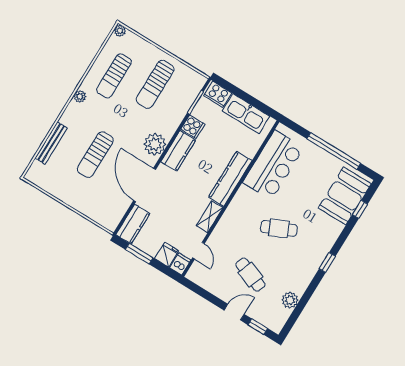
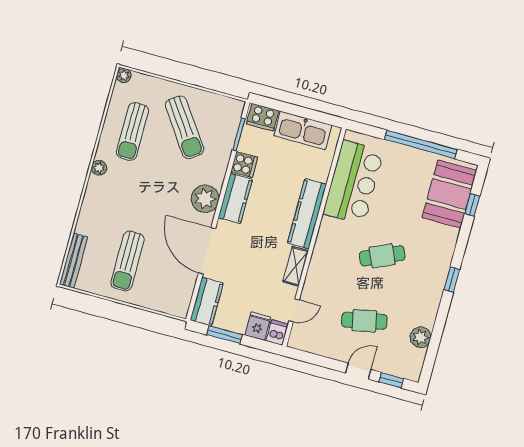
sun lounger: (155, 84) -> (185, 127), turned -35
bench: (51, 143) -> (74, 261), moved
sun lounger: (95, 155) -> (128, 261), moved
door: (198, 251) -> (294, 310), hinge flipped
cafe table: (250, 275) -> (364, 321), turned -33

